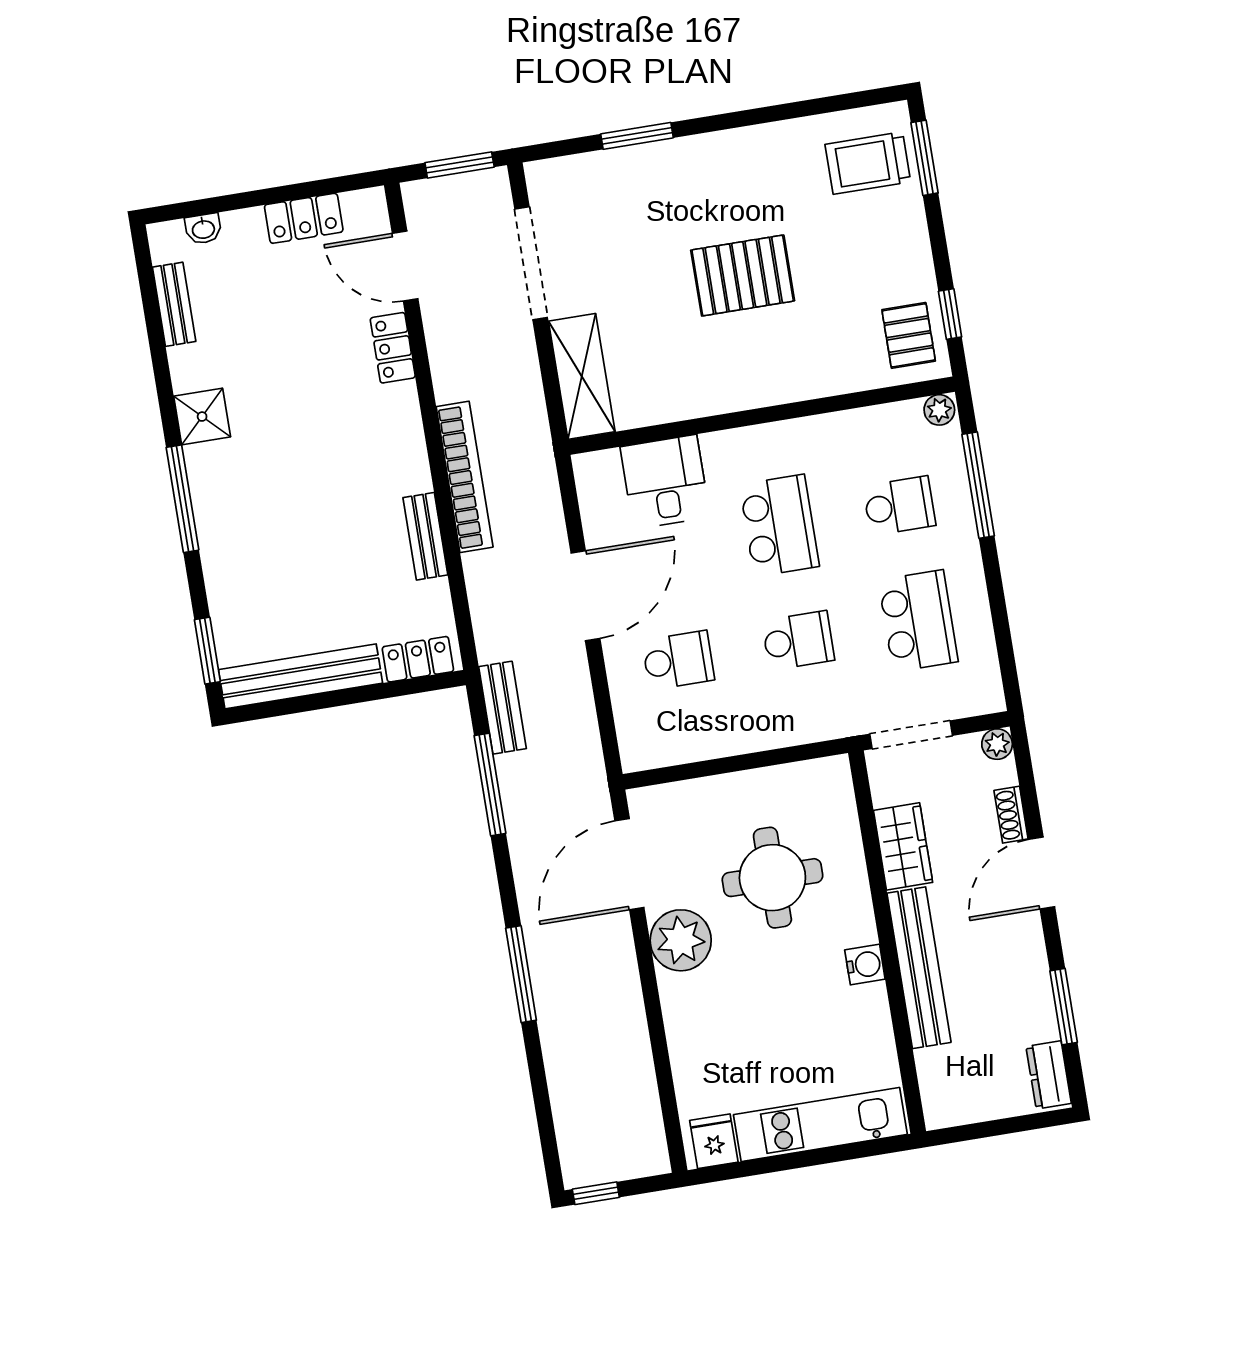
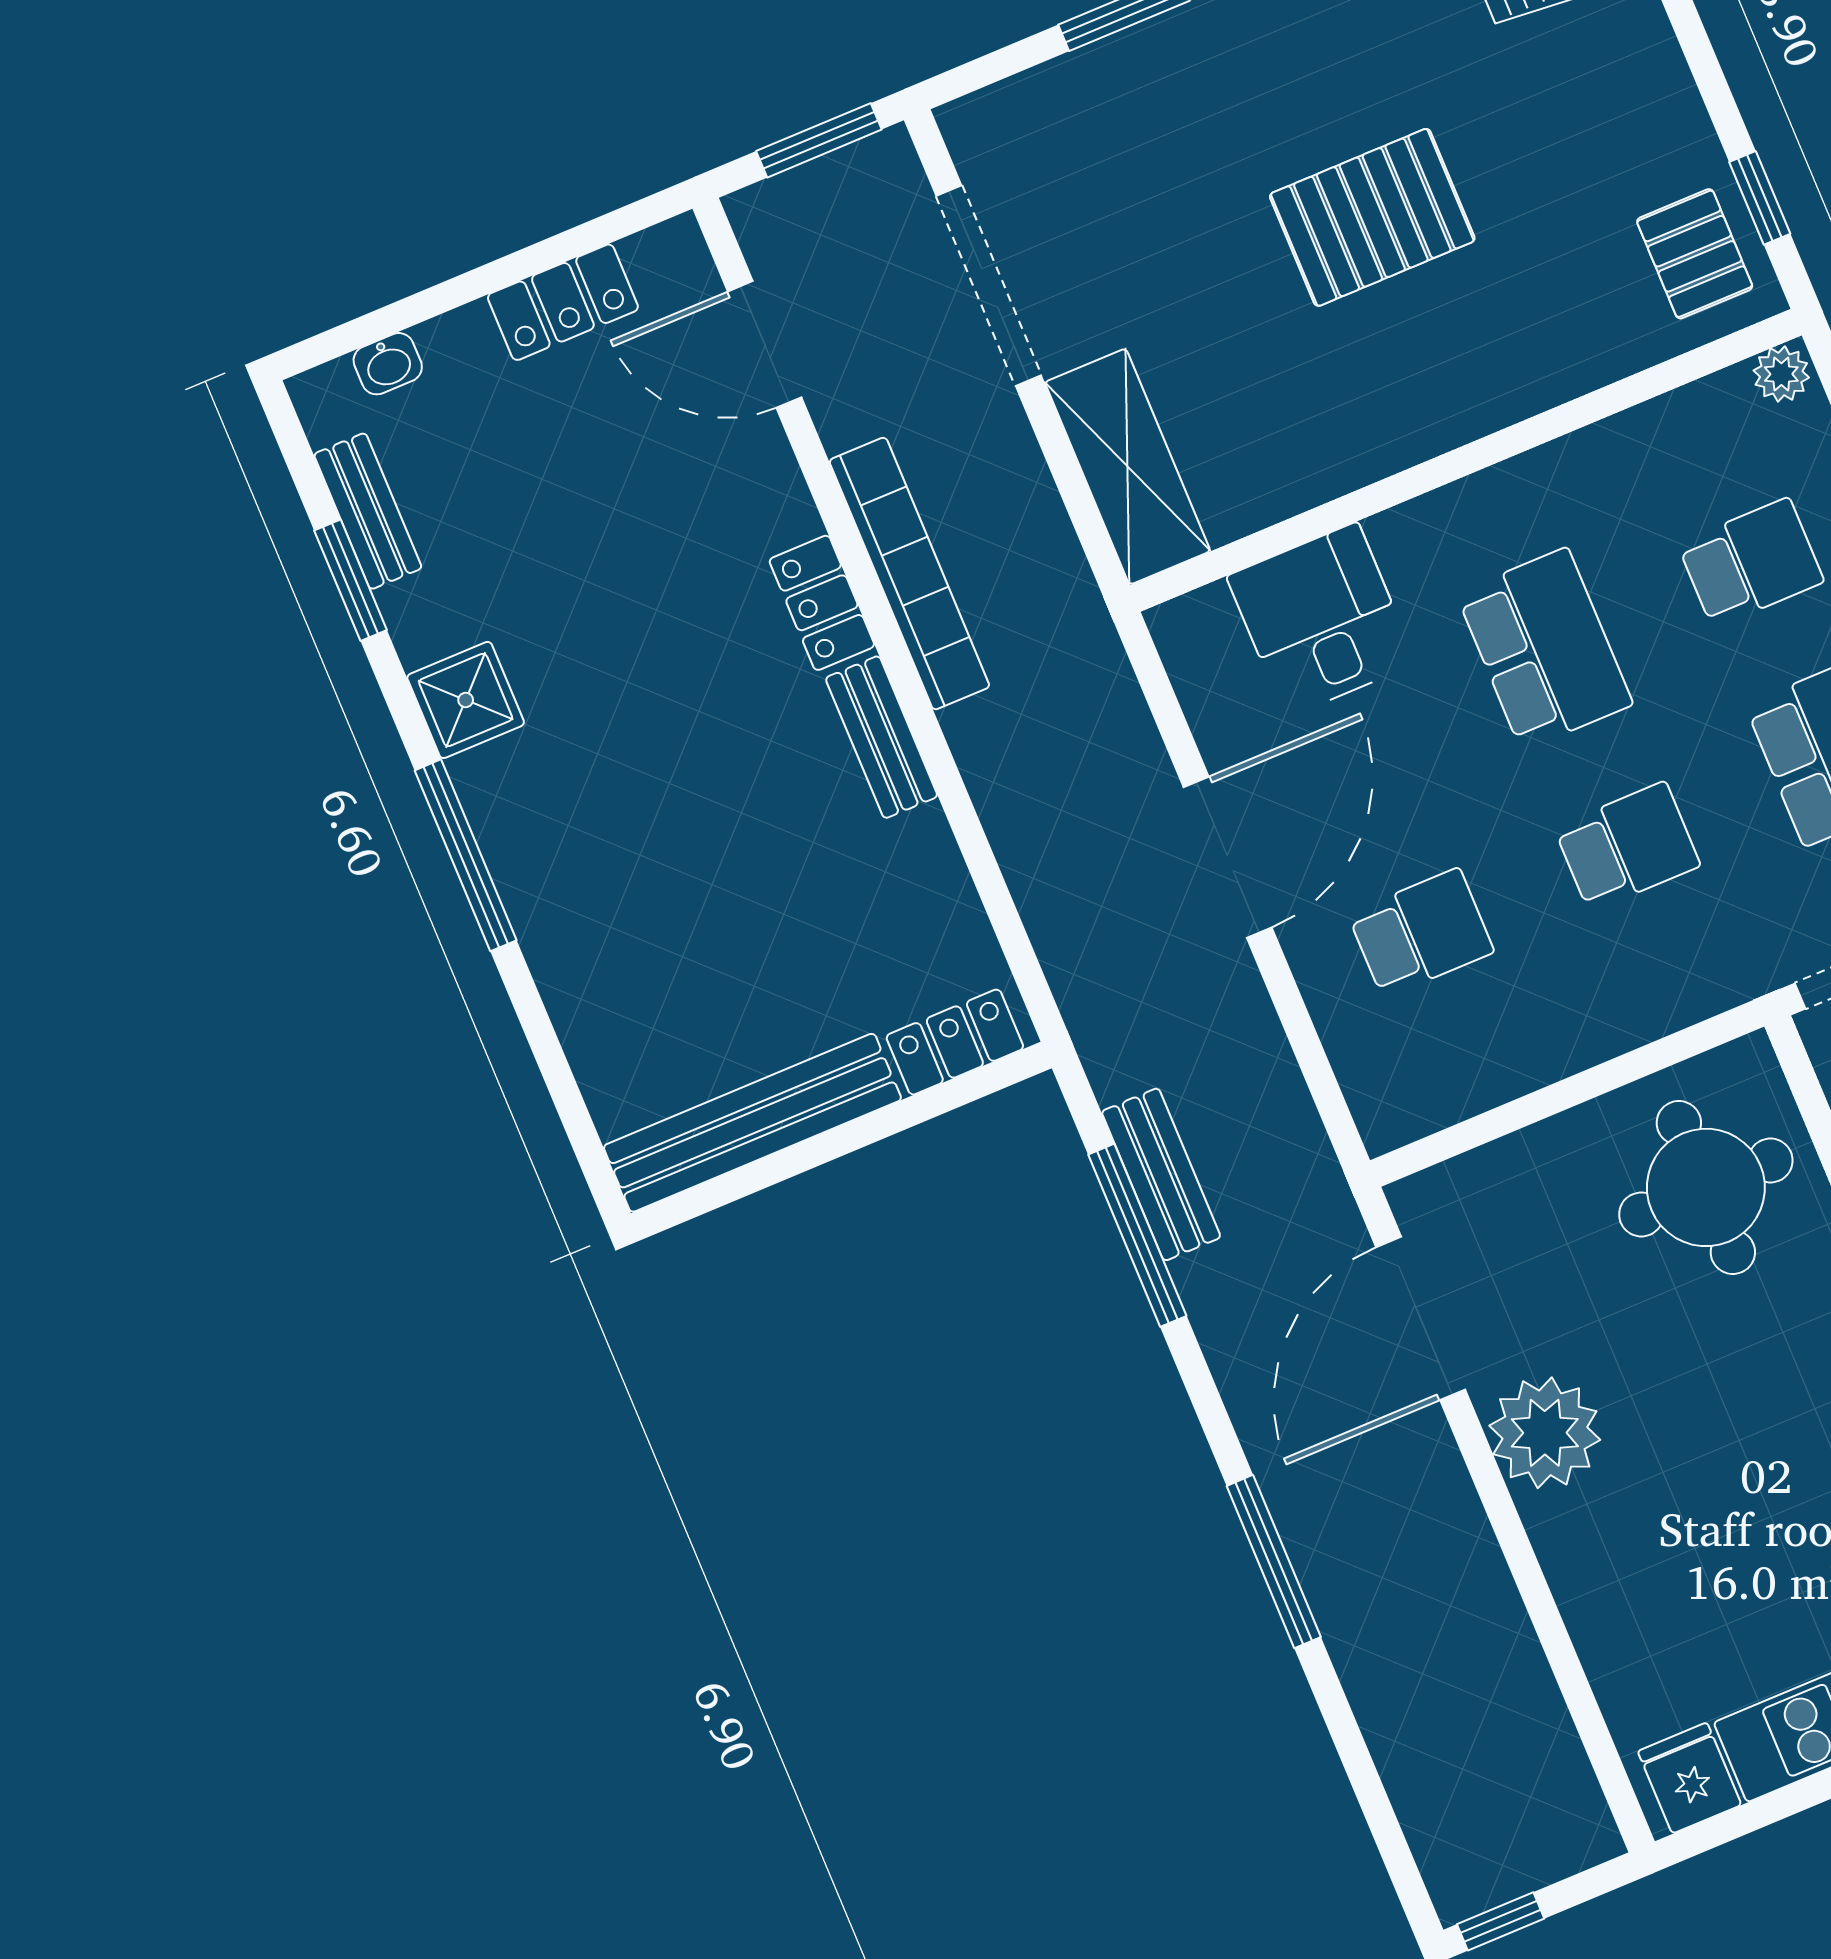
locker: (393, 348) -> (822, 603), moved
bookcase: (465, 477) -> (909, 574), moved
bench: (425, 536) -> (882, 737), moved
window: (207, 651) -> (351, 580), moved
bench: (502, 708) -> (1161, 1174), moved
round table: (772, 878) -> (1706, 1187), moved

